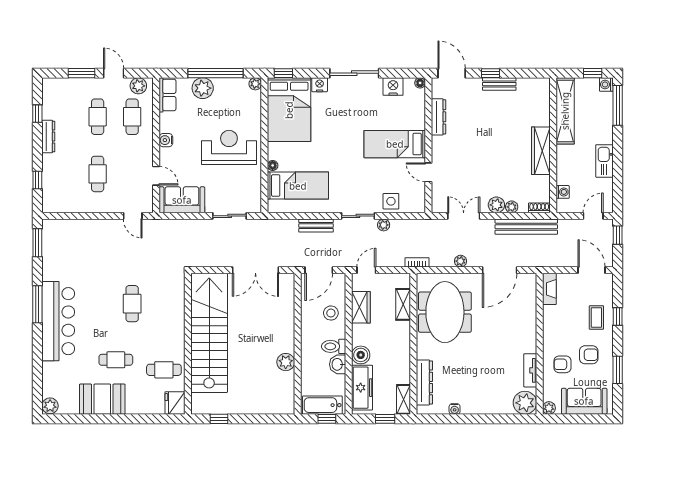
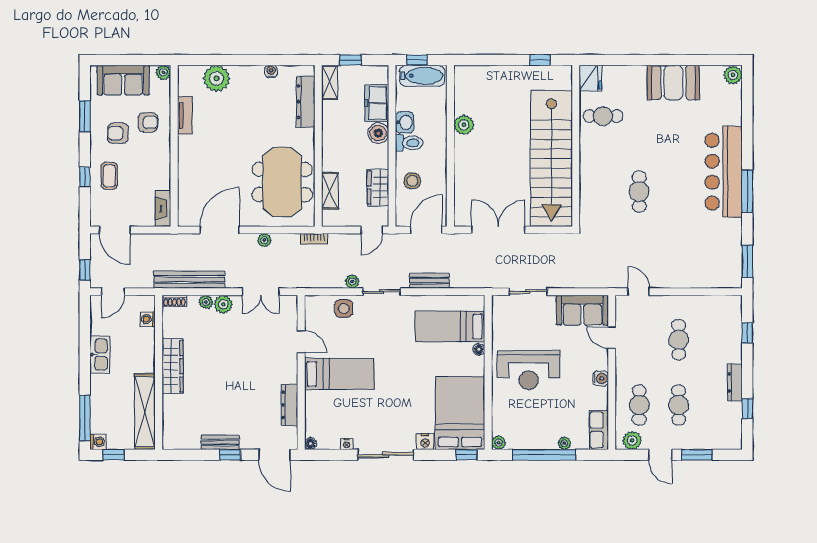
nightstand: (393, 87) -> (347, 444), width x0.53, depth x0.56
plant: (203, 88) -> (564, 443), width x0.53, depth x0.53
cafe table: (116, 360) -> (658, 128), removed
freezer: (362, 388) -> (377, 103), width x0.71
plant: (525, 403) -> (217, 78), moved

